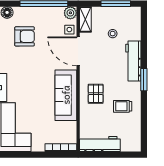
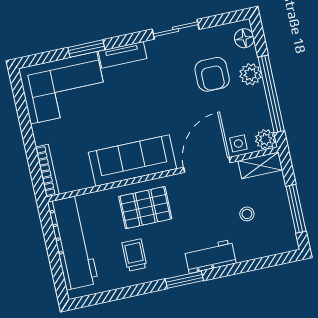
plant: (29, 13) -> (251, 74), added
workbench: (133, 61) -> (210, 256), width x0.73
pallet: (96, 94) -> (145, 208), width x1.50, depth x1.42
workbench: (100, 144) -> (73, 243), width x1.36, depth x1.32

